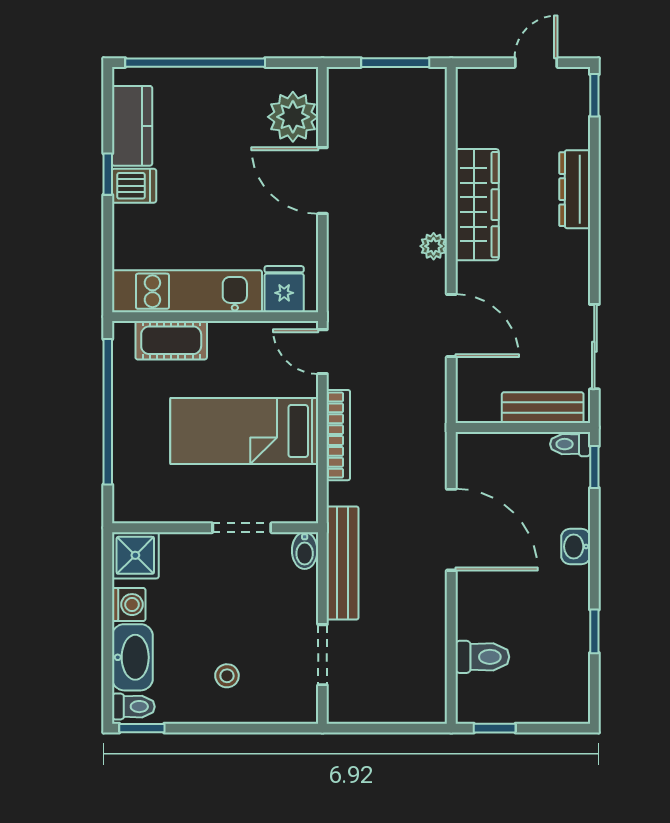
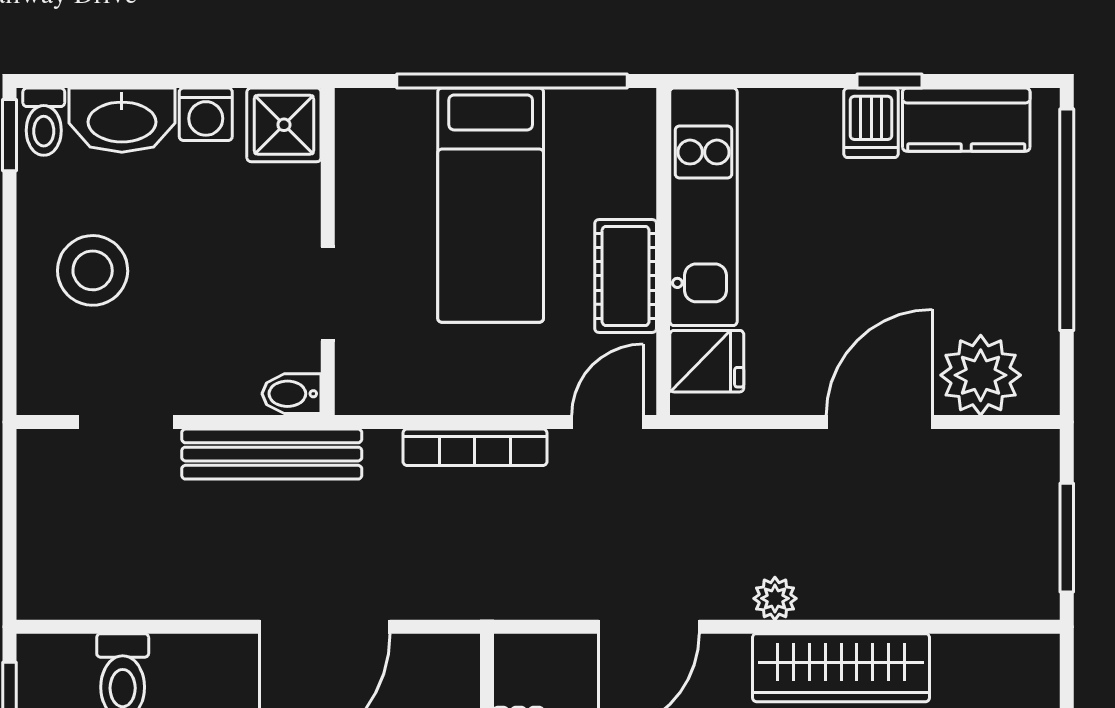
cot: (171, 340) -> (626, 276), moved
bed: (244, 431) -> (491, 205), moved, turned 180
stool: (227, 676) -> (93, 270), width x1.89, depth x1.89

